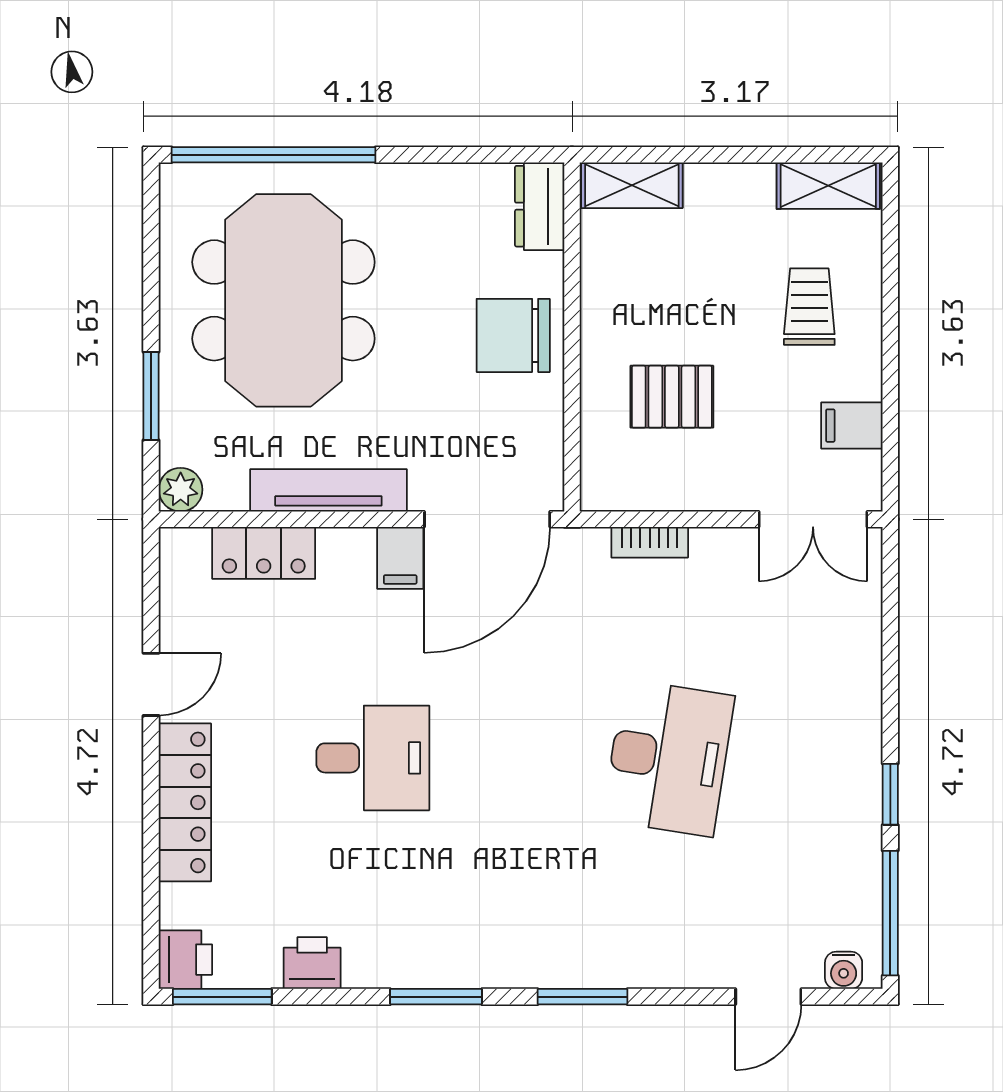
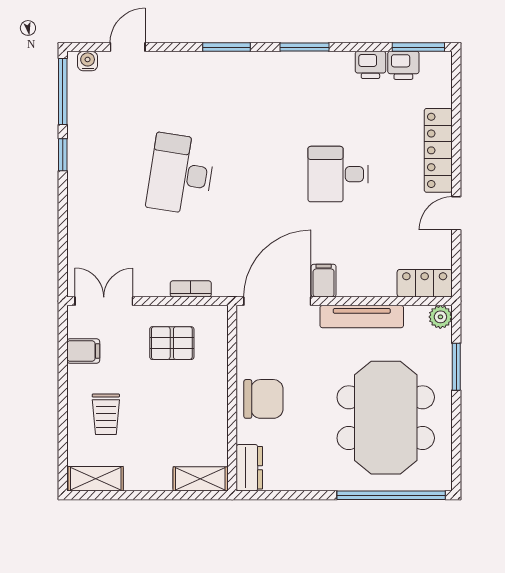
pallet: (672, 397) -> (172, 343), moved
locker: (264, 553) -> (425, 283), moved
printer: (185, 960) -> (403, 65), moved, turned -90

